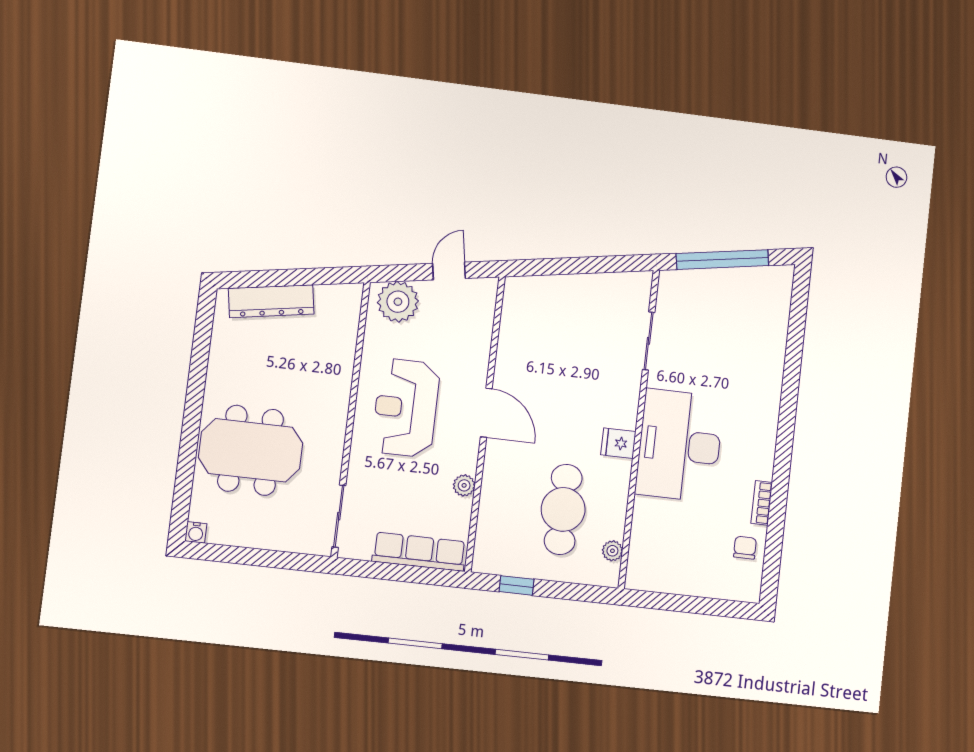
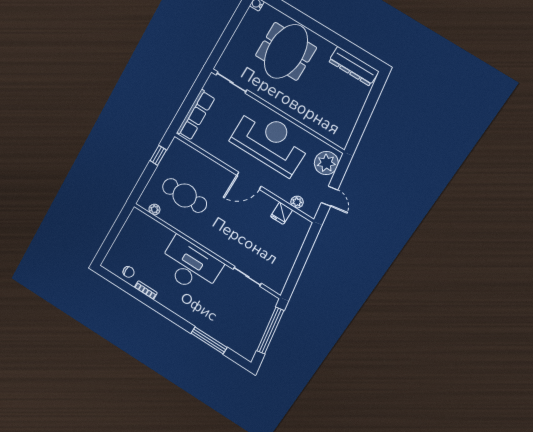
dresser: (271, 301) -> (354, 66), moved, turned -81
window: (794, 353) -> (209, 340), added
reception desk: (406, 408) -> (270, 142), width x1.36, depth x1.30
fridge: (618, 443) -> (281, 213), moved, turned 180
plant: (464, 485) -> (297, 202), moved

